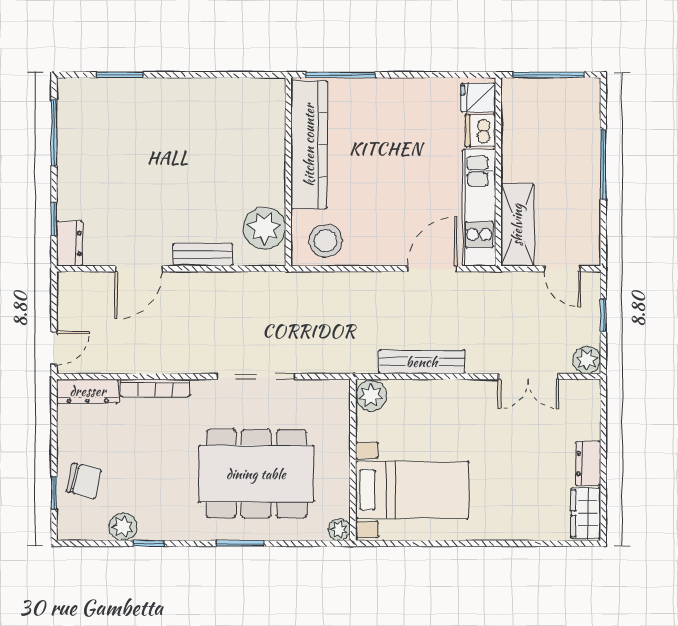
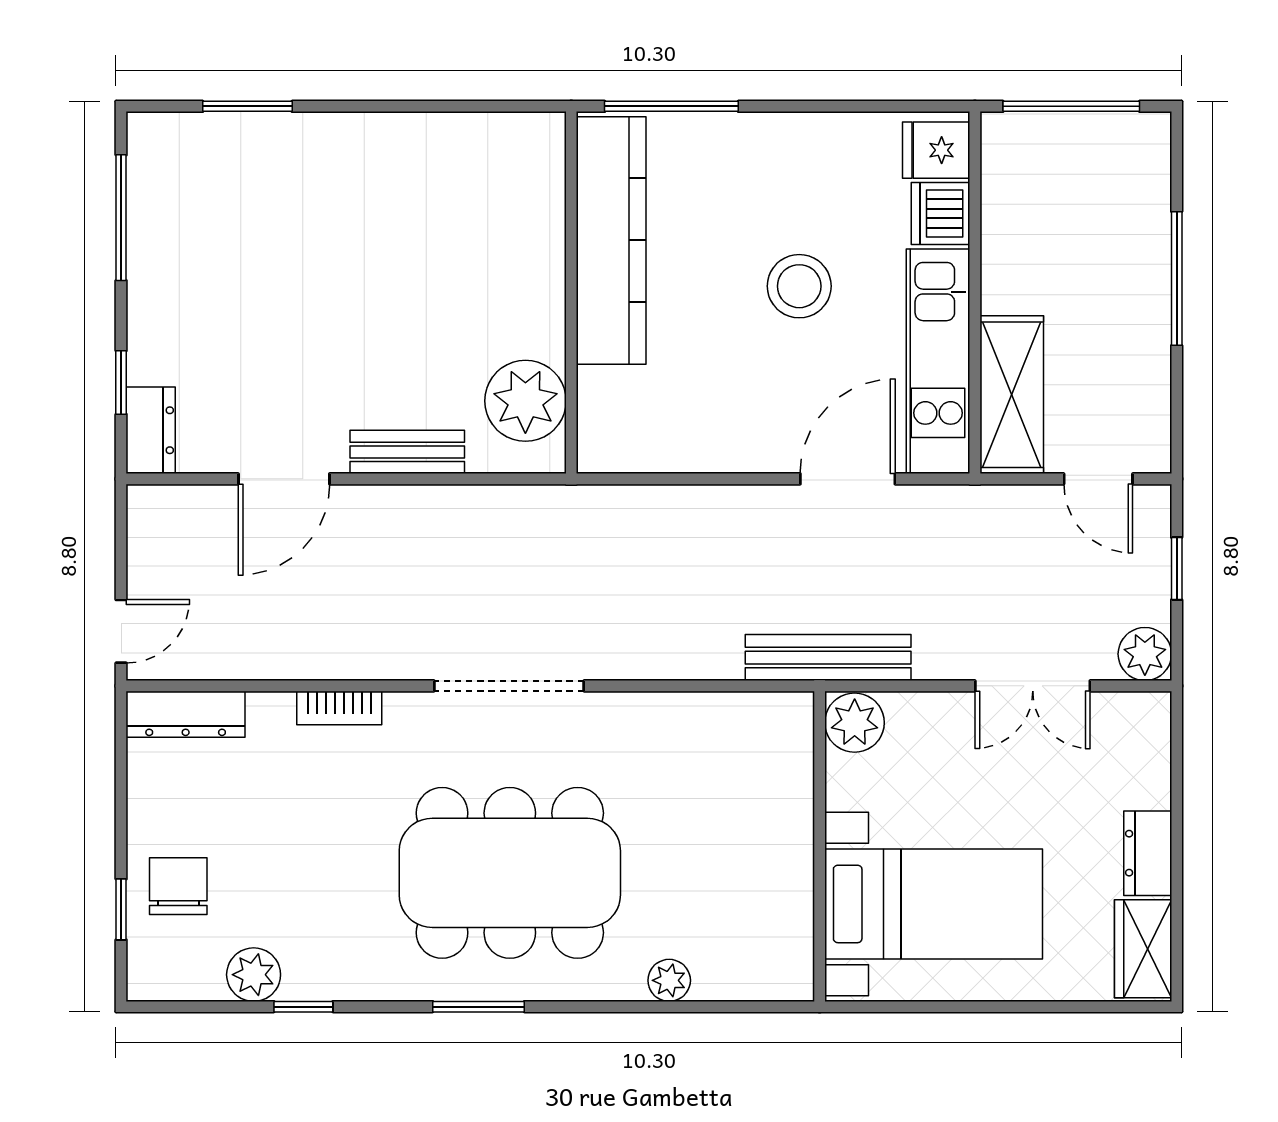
stool: (326, 241) -> (799, 286), moved
bookcase: (155, 388) -> (339, 708), width x0.64
plant: (371, 396) -> (855, 723), moved
wall: (353, 460) -> (820, 846), moved
chair: (84, 481) -> (178, 886), turned -104
bed with nightstands: (412, 490) -> (934, 904), moved

